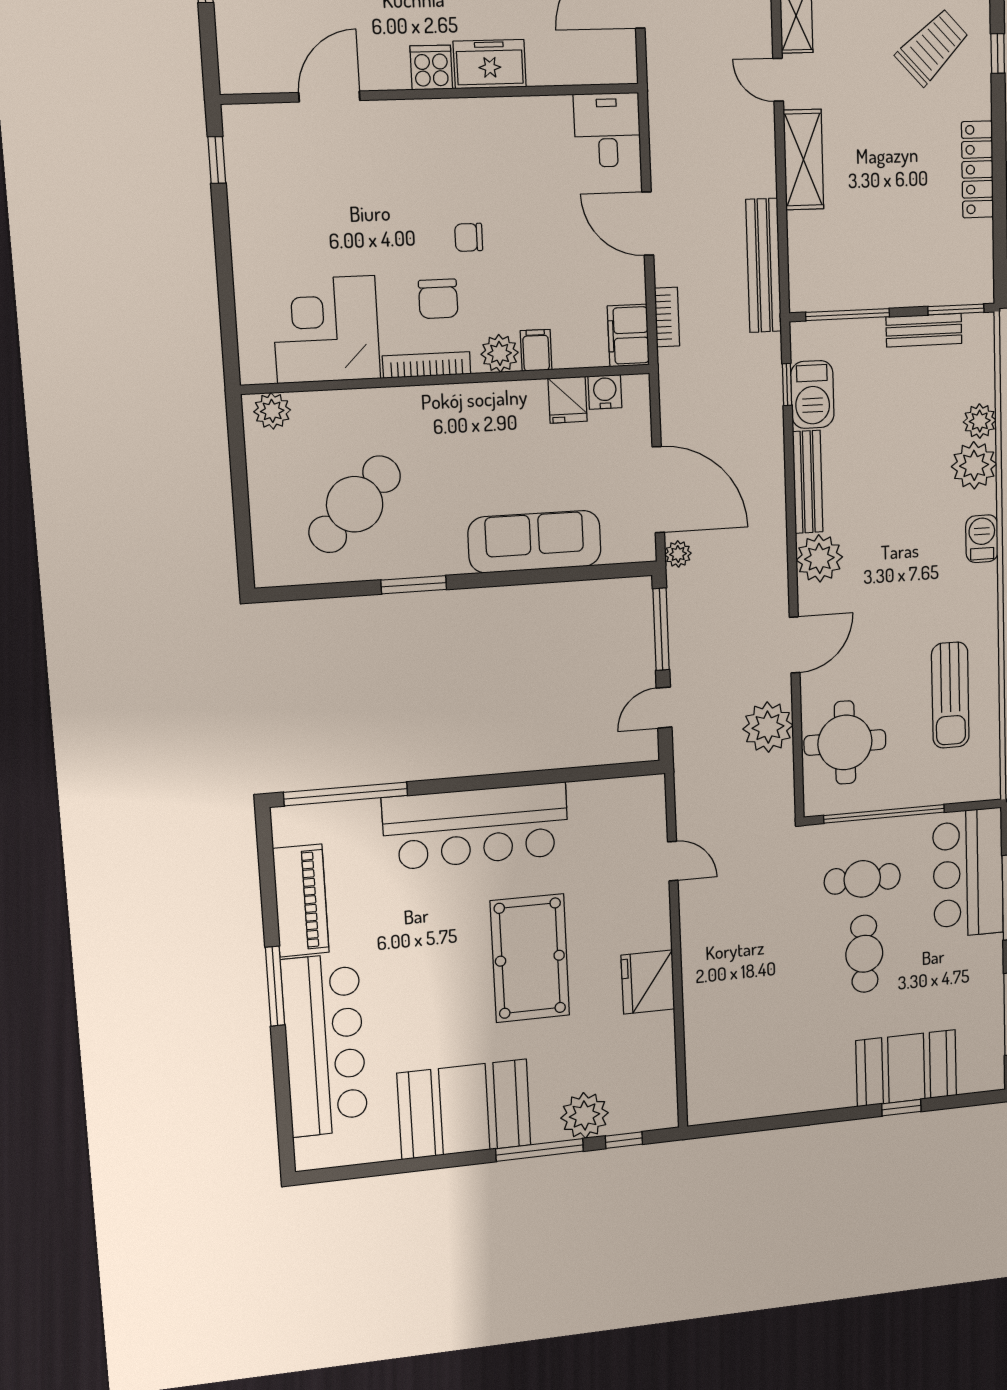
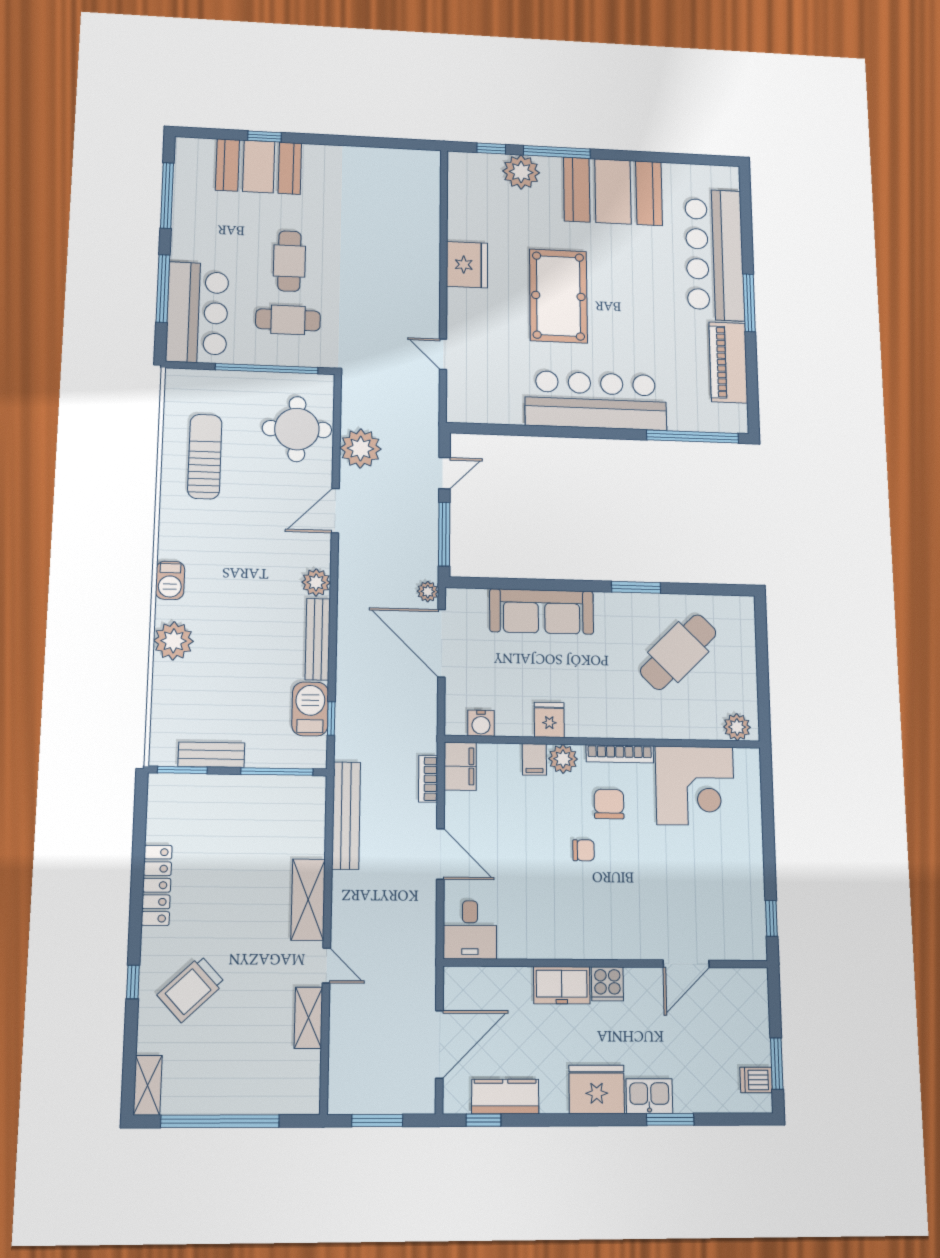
fridge: (568, 400) -> (549, 720), moved
plant: (980, 421) -> (167, 677), removed
plant: (819, 558) -> (316, 582), width x0.73, depth x0.73

